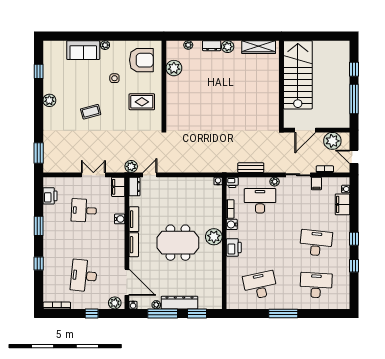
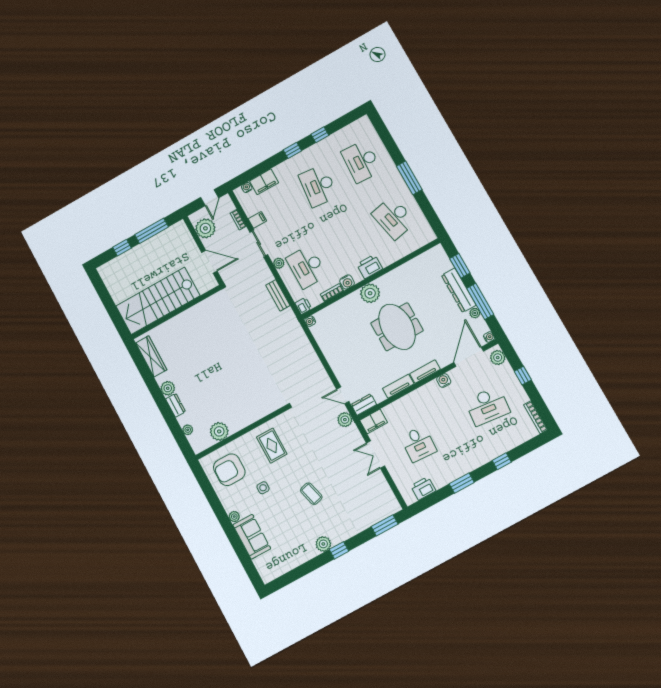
armchair: (141, 60) -> (229, 470), turned -90
window: (39, 71) -> (339, 550), moved
water cooler: (120, 219) -> (444, 381), moved

